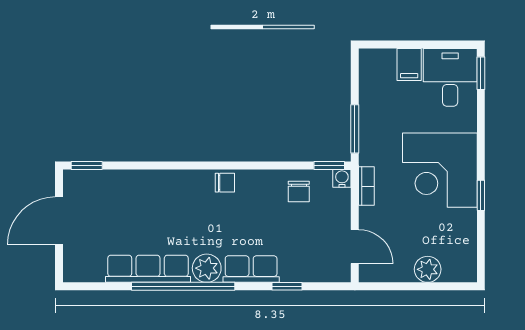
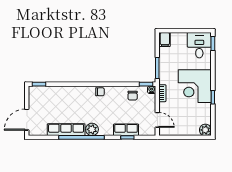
filing cabinet: (409, 64) -> (165, 40), moved
door: (59, 221) -> (27, 120), moved
row of seats: (251, 269) -> (126, 130), moved
plant: (428, 269) -> (205, 130), moved

